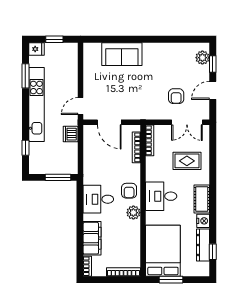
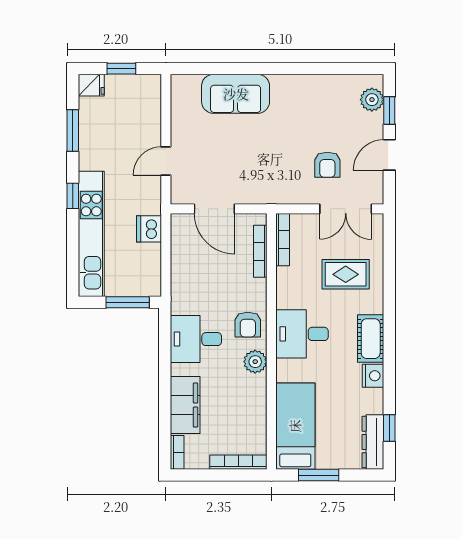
kitchen unit: (36, 105) -> (91, 234), moved
door: (81, 106) -> (166, 161), moved
window: (25, 148) -> (73, 196), moved
dresser: (203, 245) -> (373, 442), moved
bed: (163, 251) -> (295, 426), width x0.67

